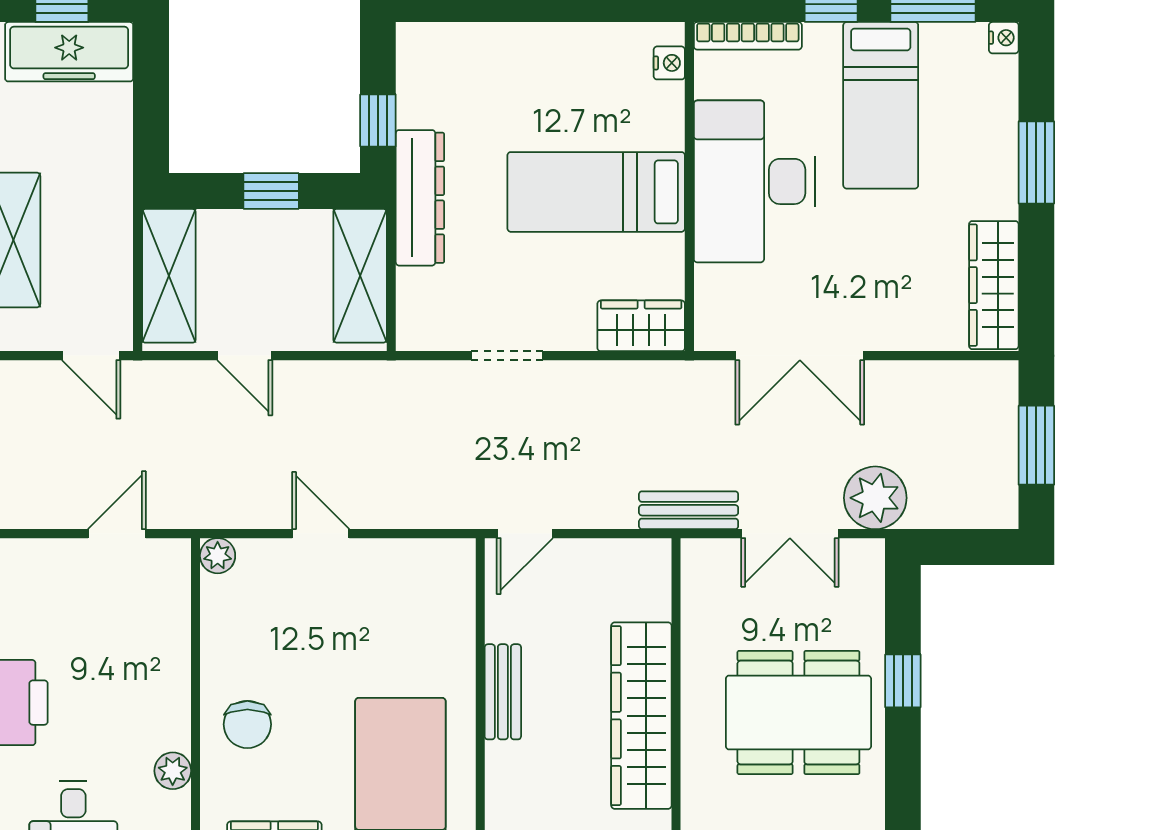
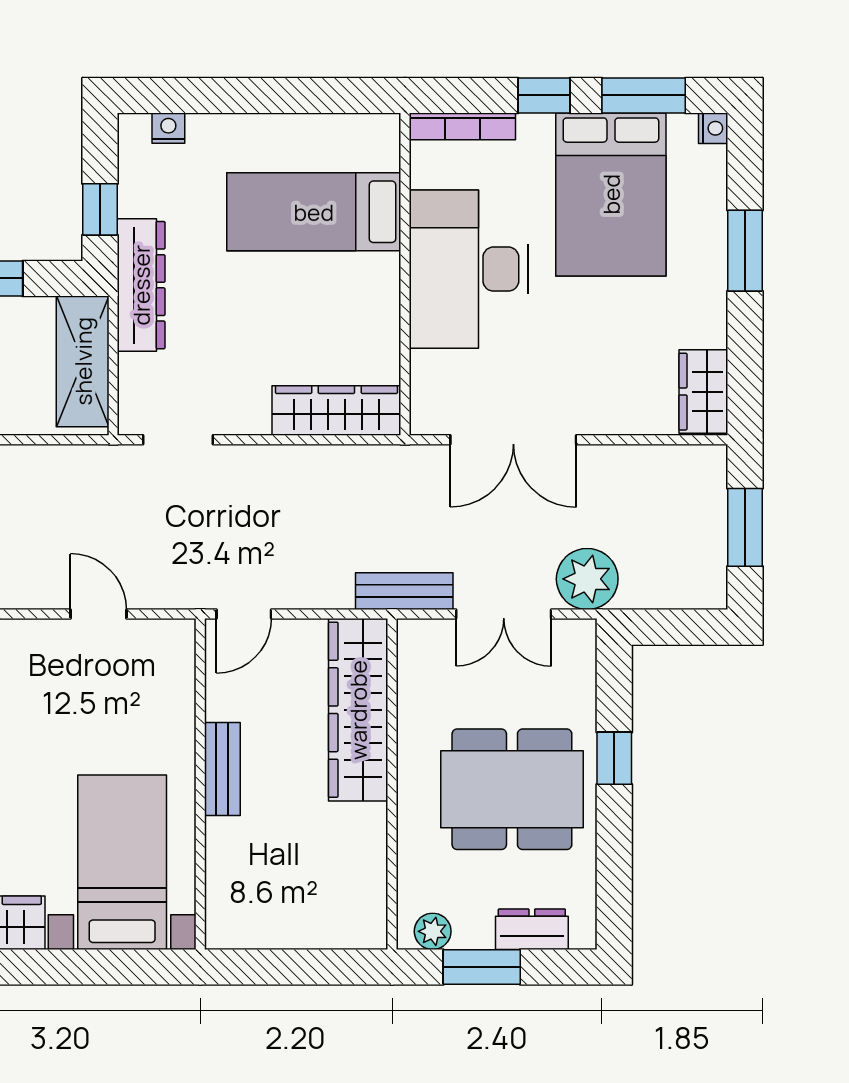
nightstand: (669, 63) -> (168, 128), moved, turned -90
bed: (881, 105) -> (611, 194), width x1.50
bed: (596, 192) -> (314, 212), moved
wardrobe: (994, 285) -> (703, 392), width x0.67
wardrobe: (641, 326) -> (336, 410), width x1.50
doorway: (507, 356) -> (178, 440), moved
door: (321, 534) -> (98, 614), moved
wardrobe: (641, 716) -> (358, 710), moved

